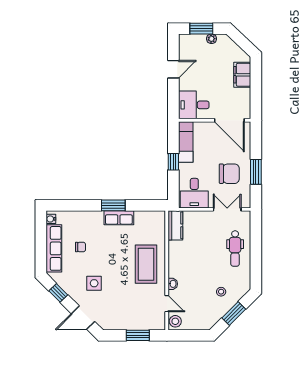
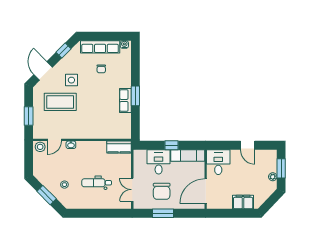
desk: (194, 193) -> (159, 162), moved, turned 90
double door: (227, 209) -> (132, 190), swing flipped
dental chair: (235, 249) -> (97, 183), moved
coffee table: (146, 264) -> (60, 102), moved

